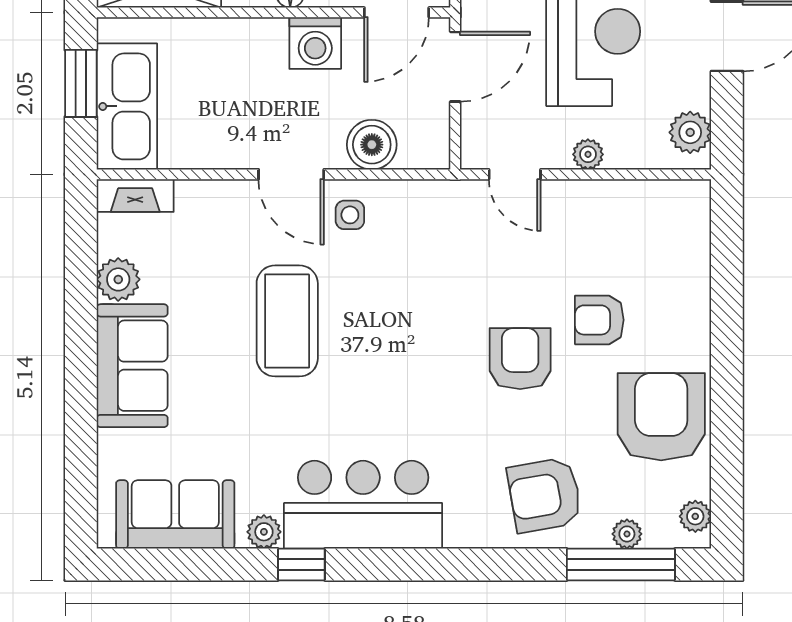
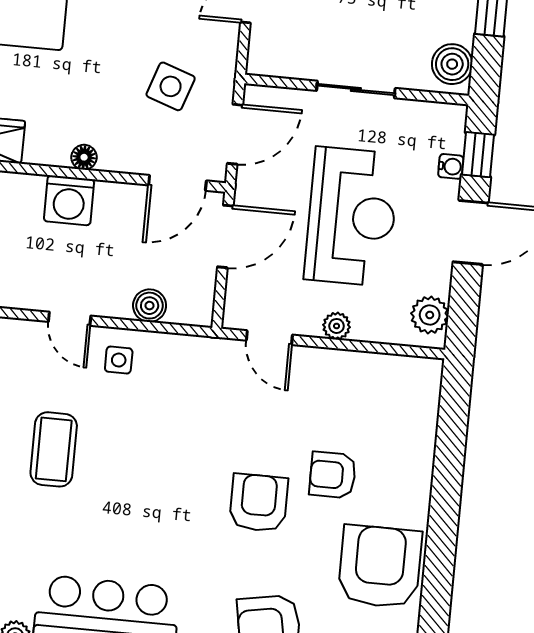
washing machine: (315, 43) -> (69, 200), moved
boiler: (372, 145) -> (150, 306), width x0.73, depth x0.73
door: (291, 174) -> (70, 319), width x0.73
coffee table: (287, 321) -> (54, 449), width x0.73, depth x0.76

